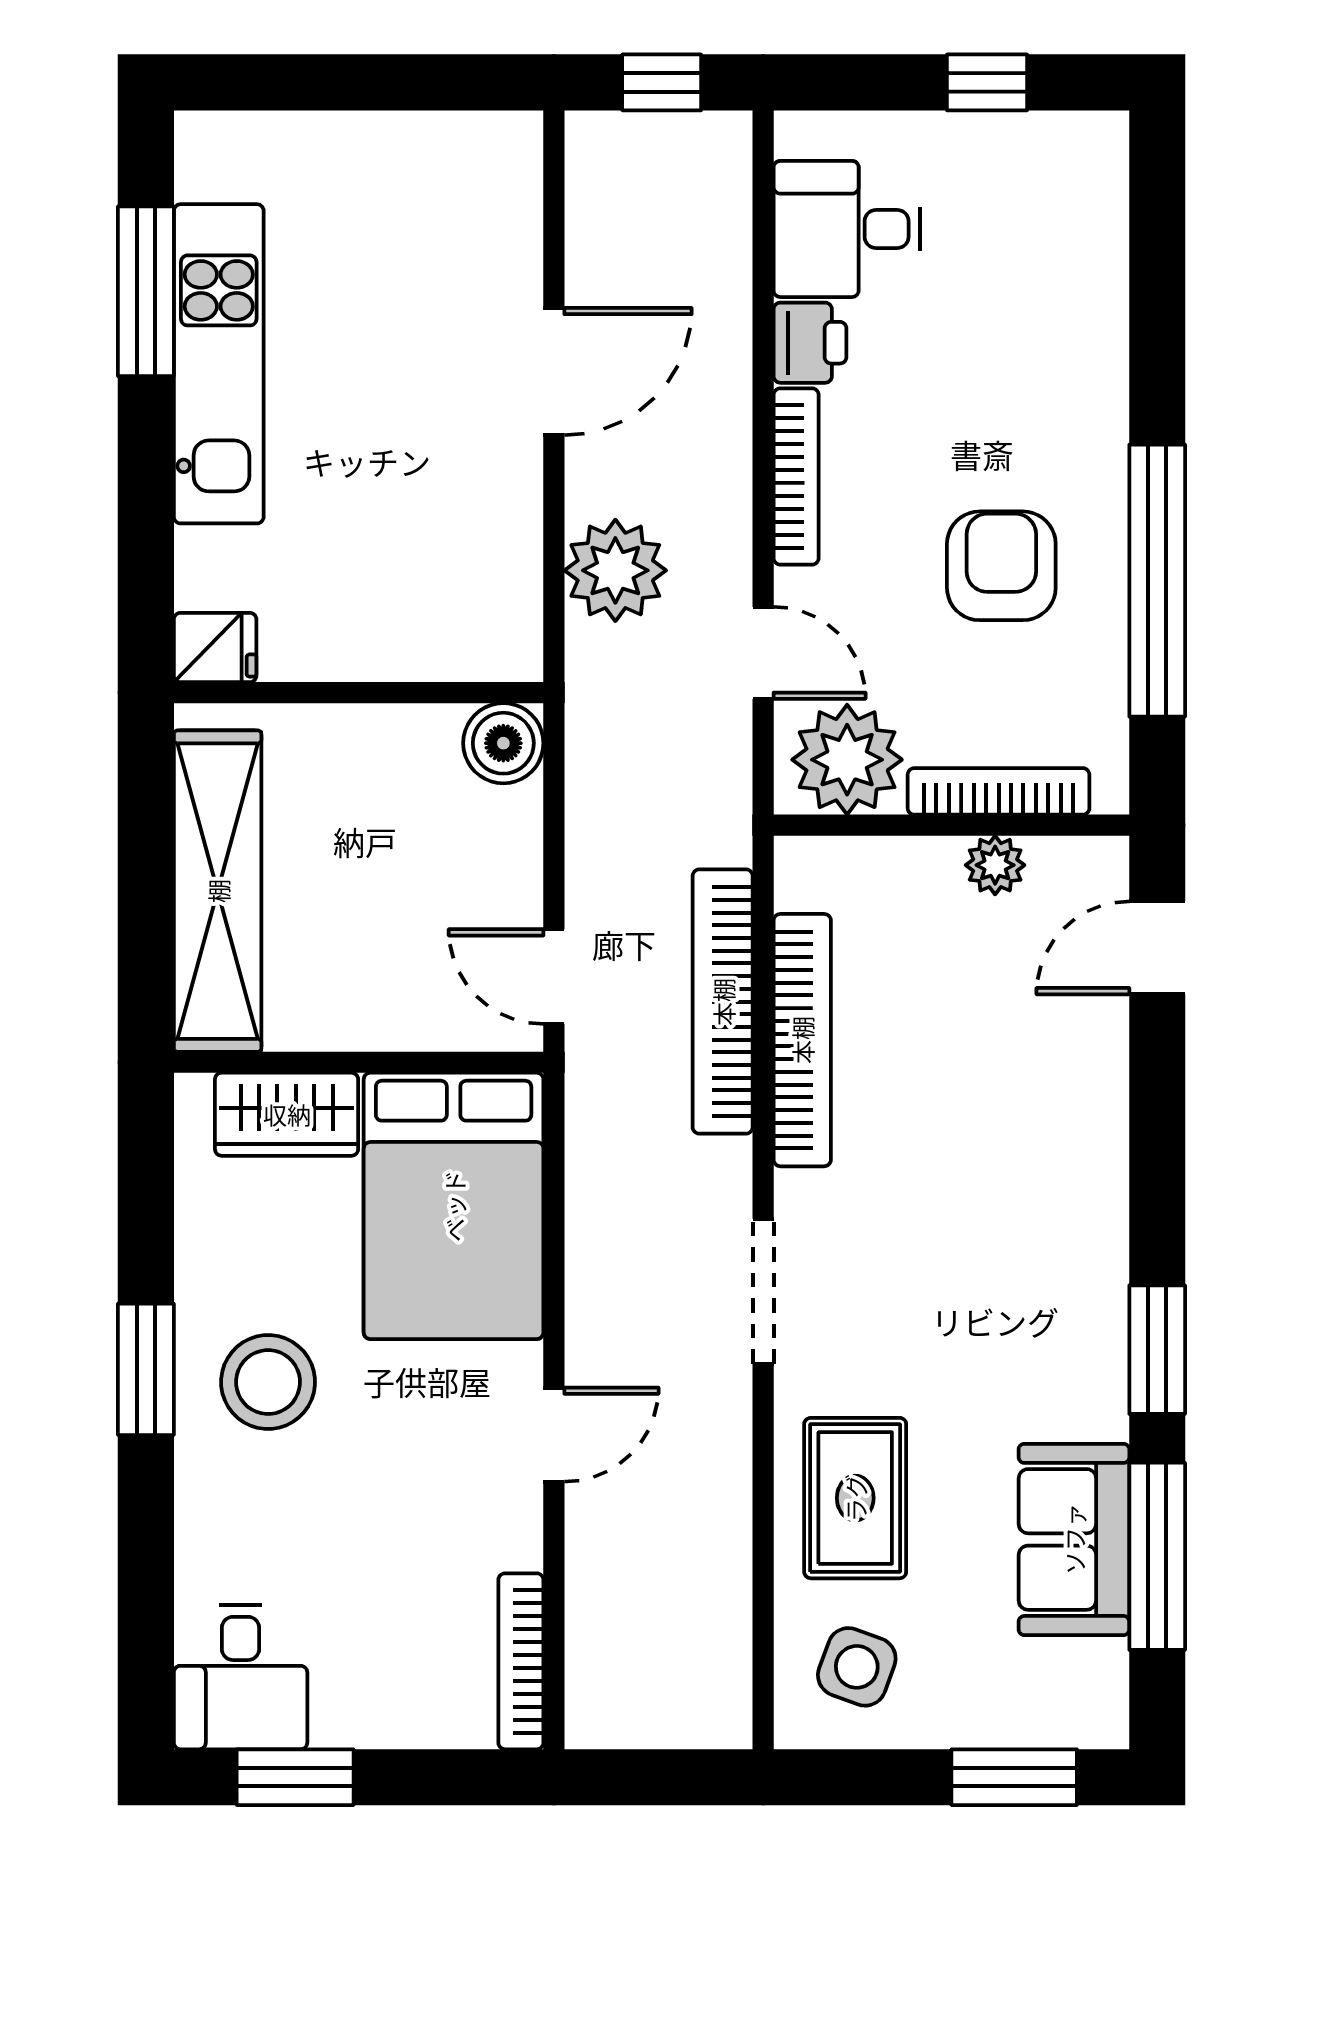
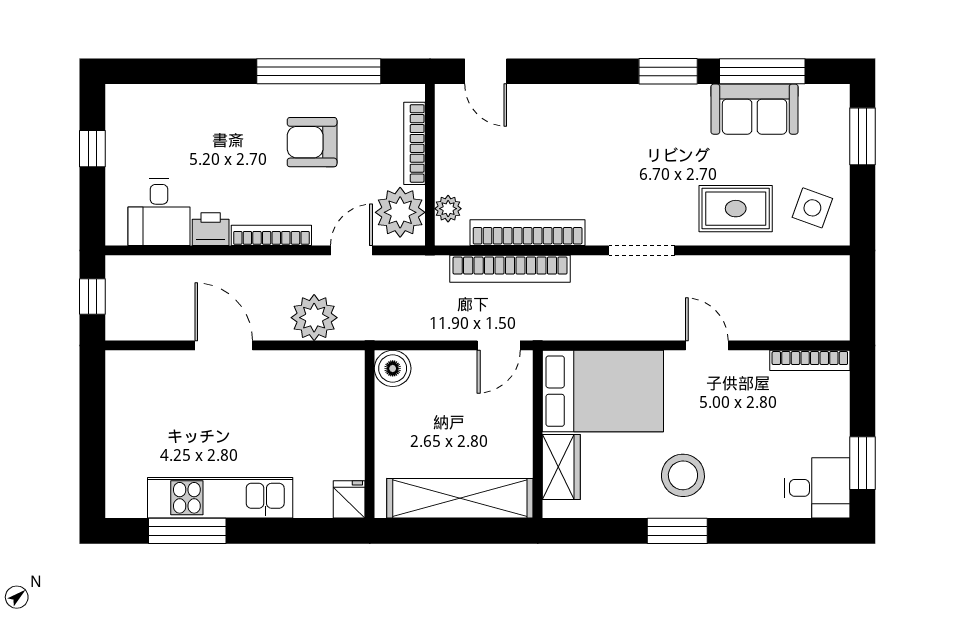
plant: (995, 865) -> (448, 209), moved

